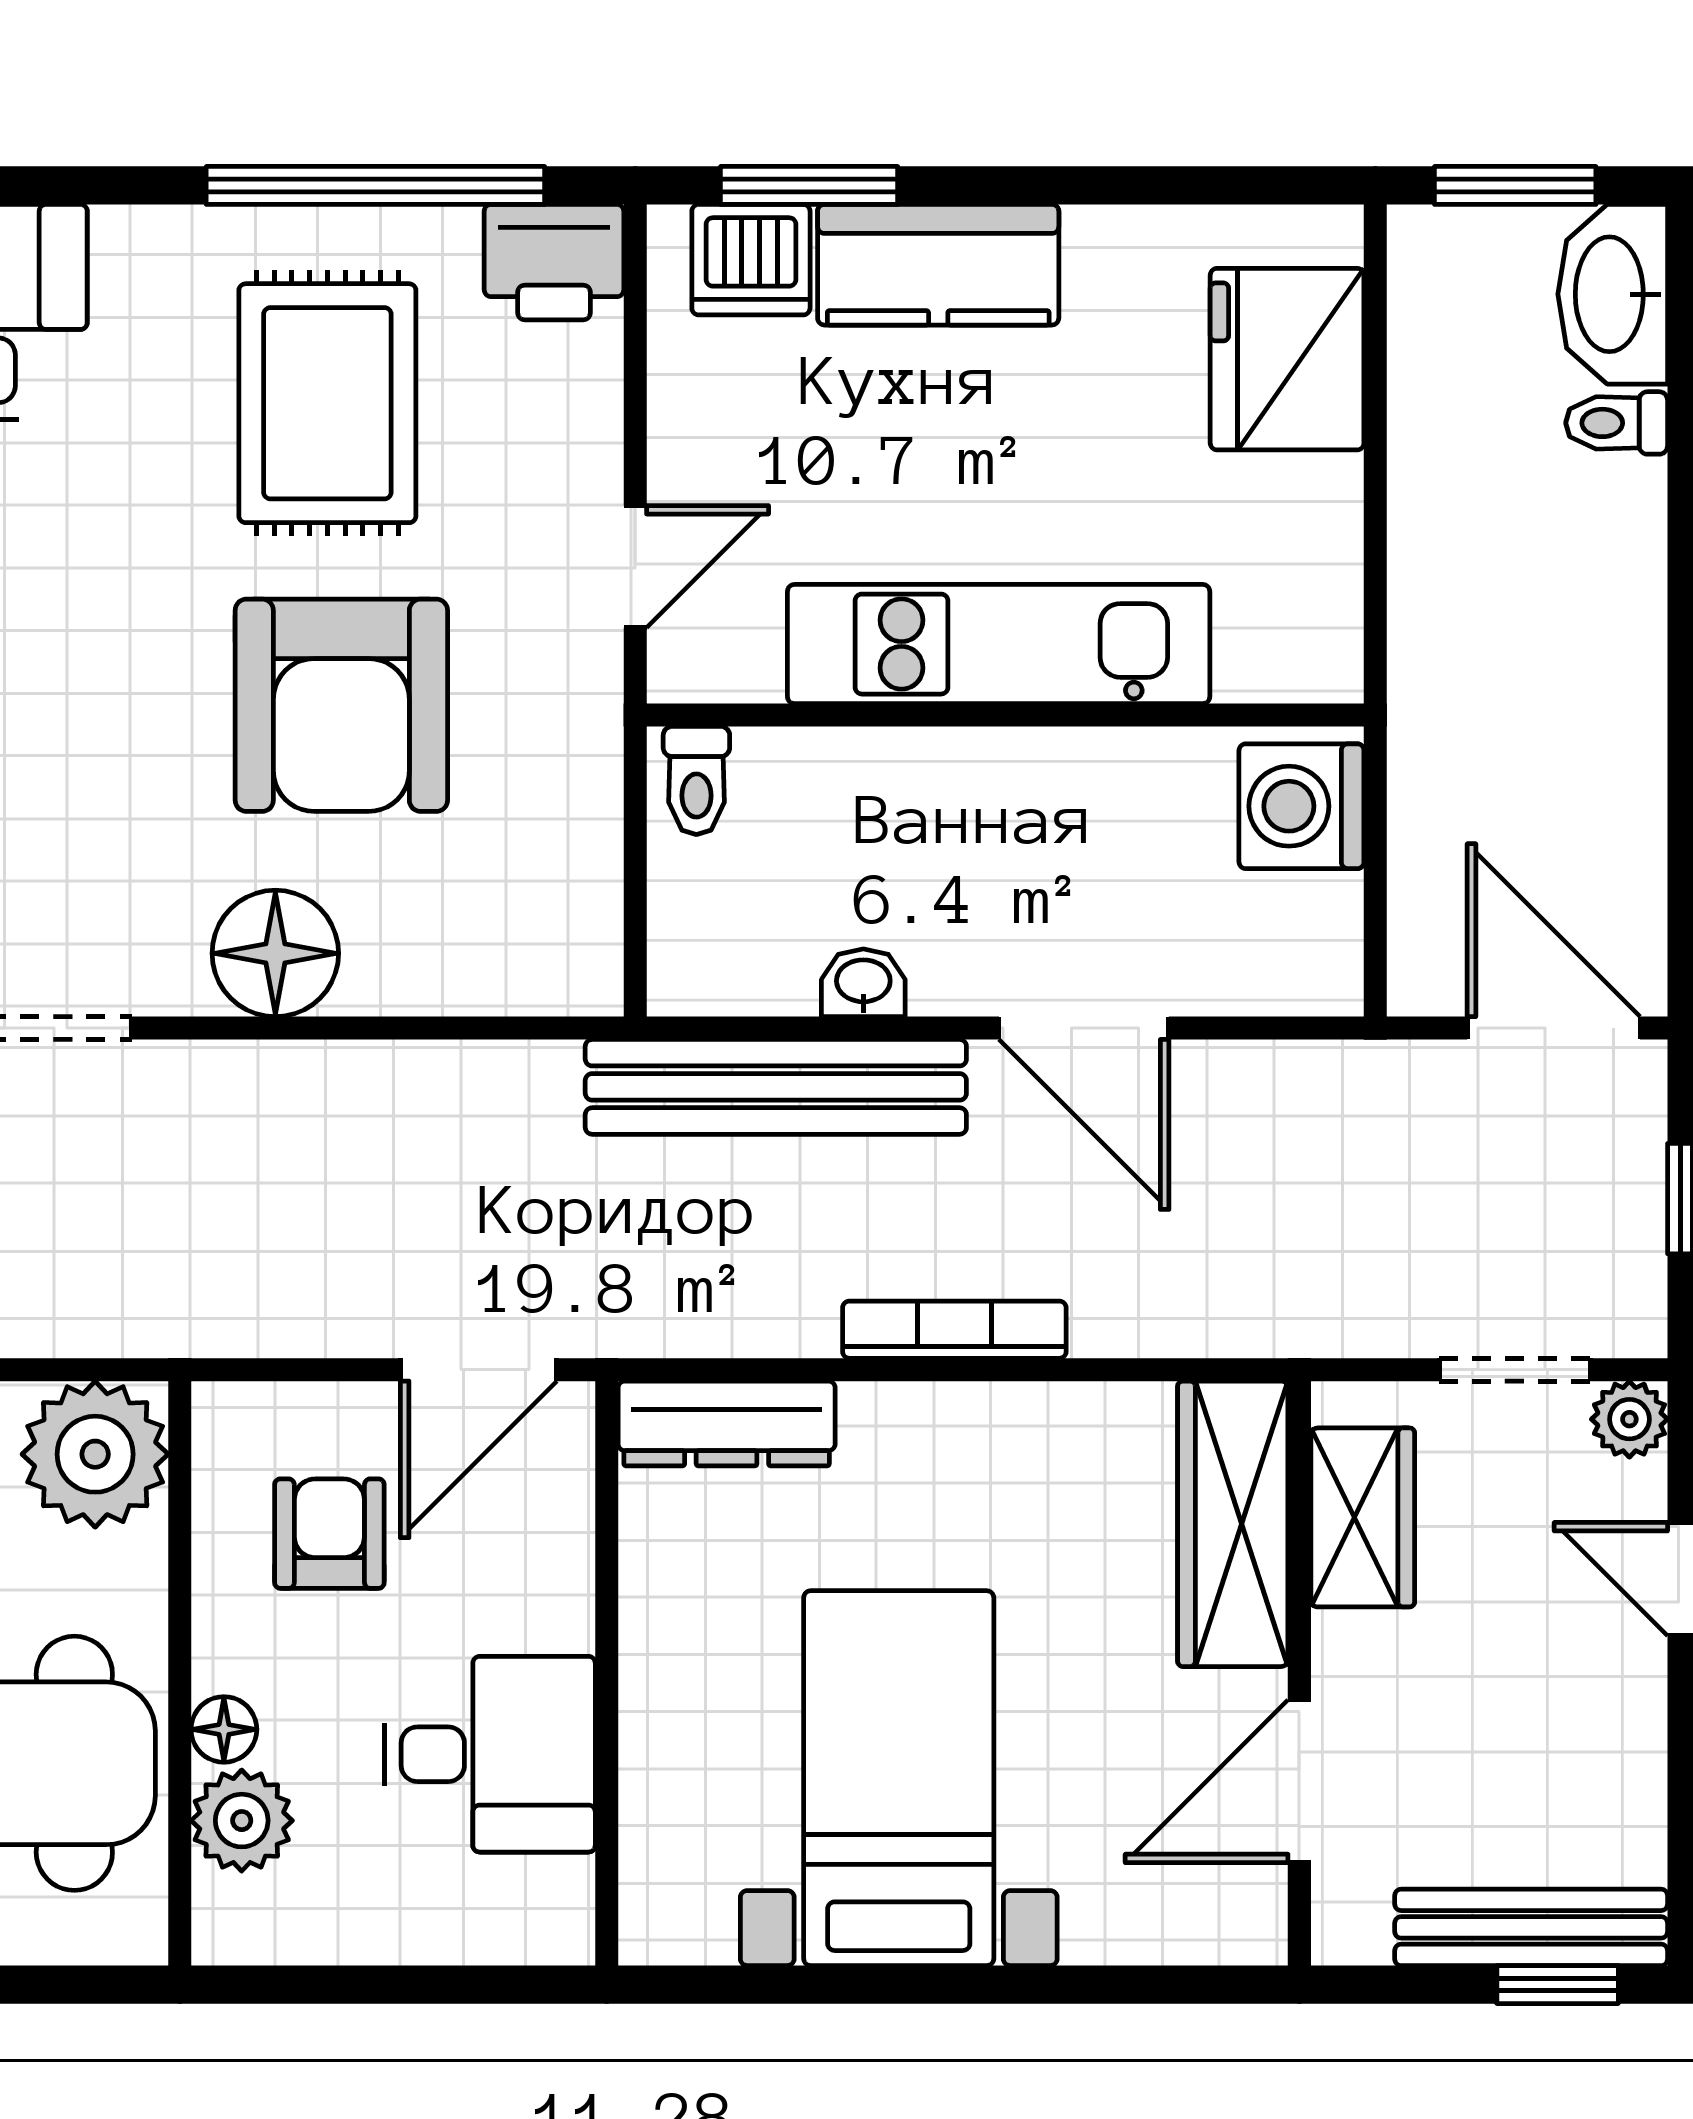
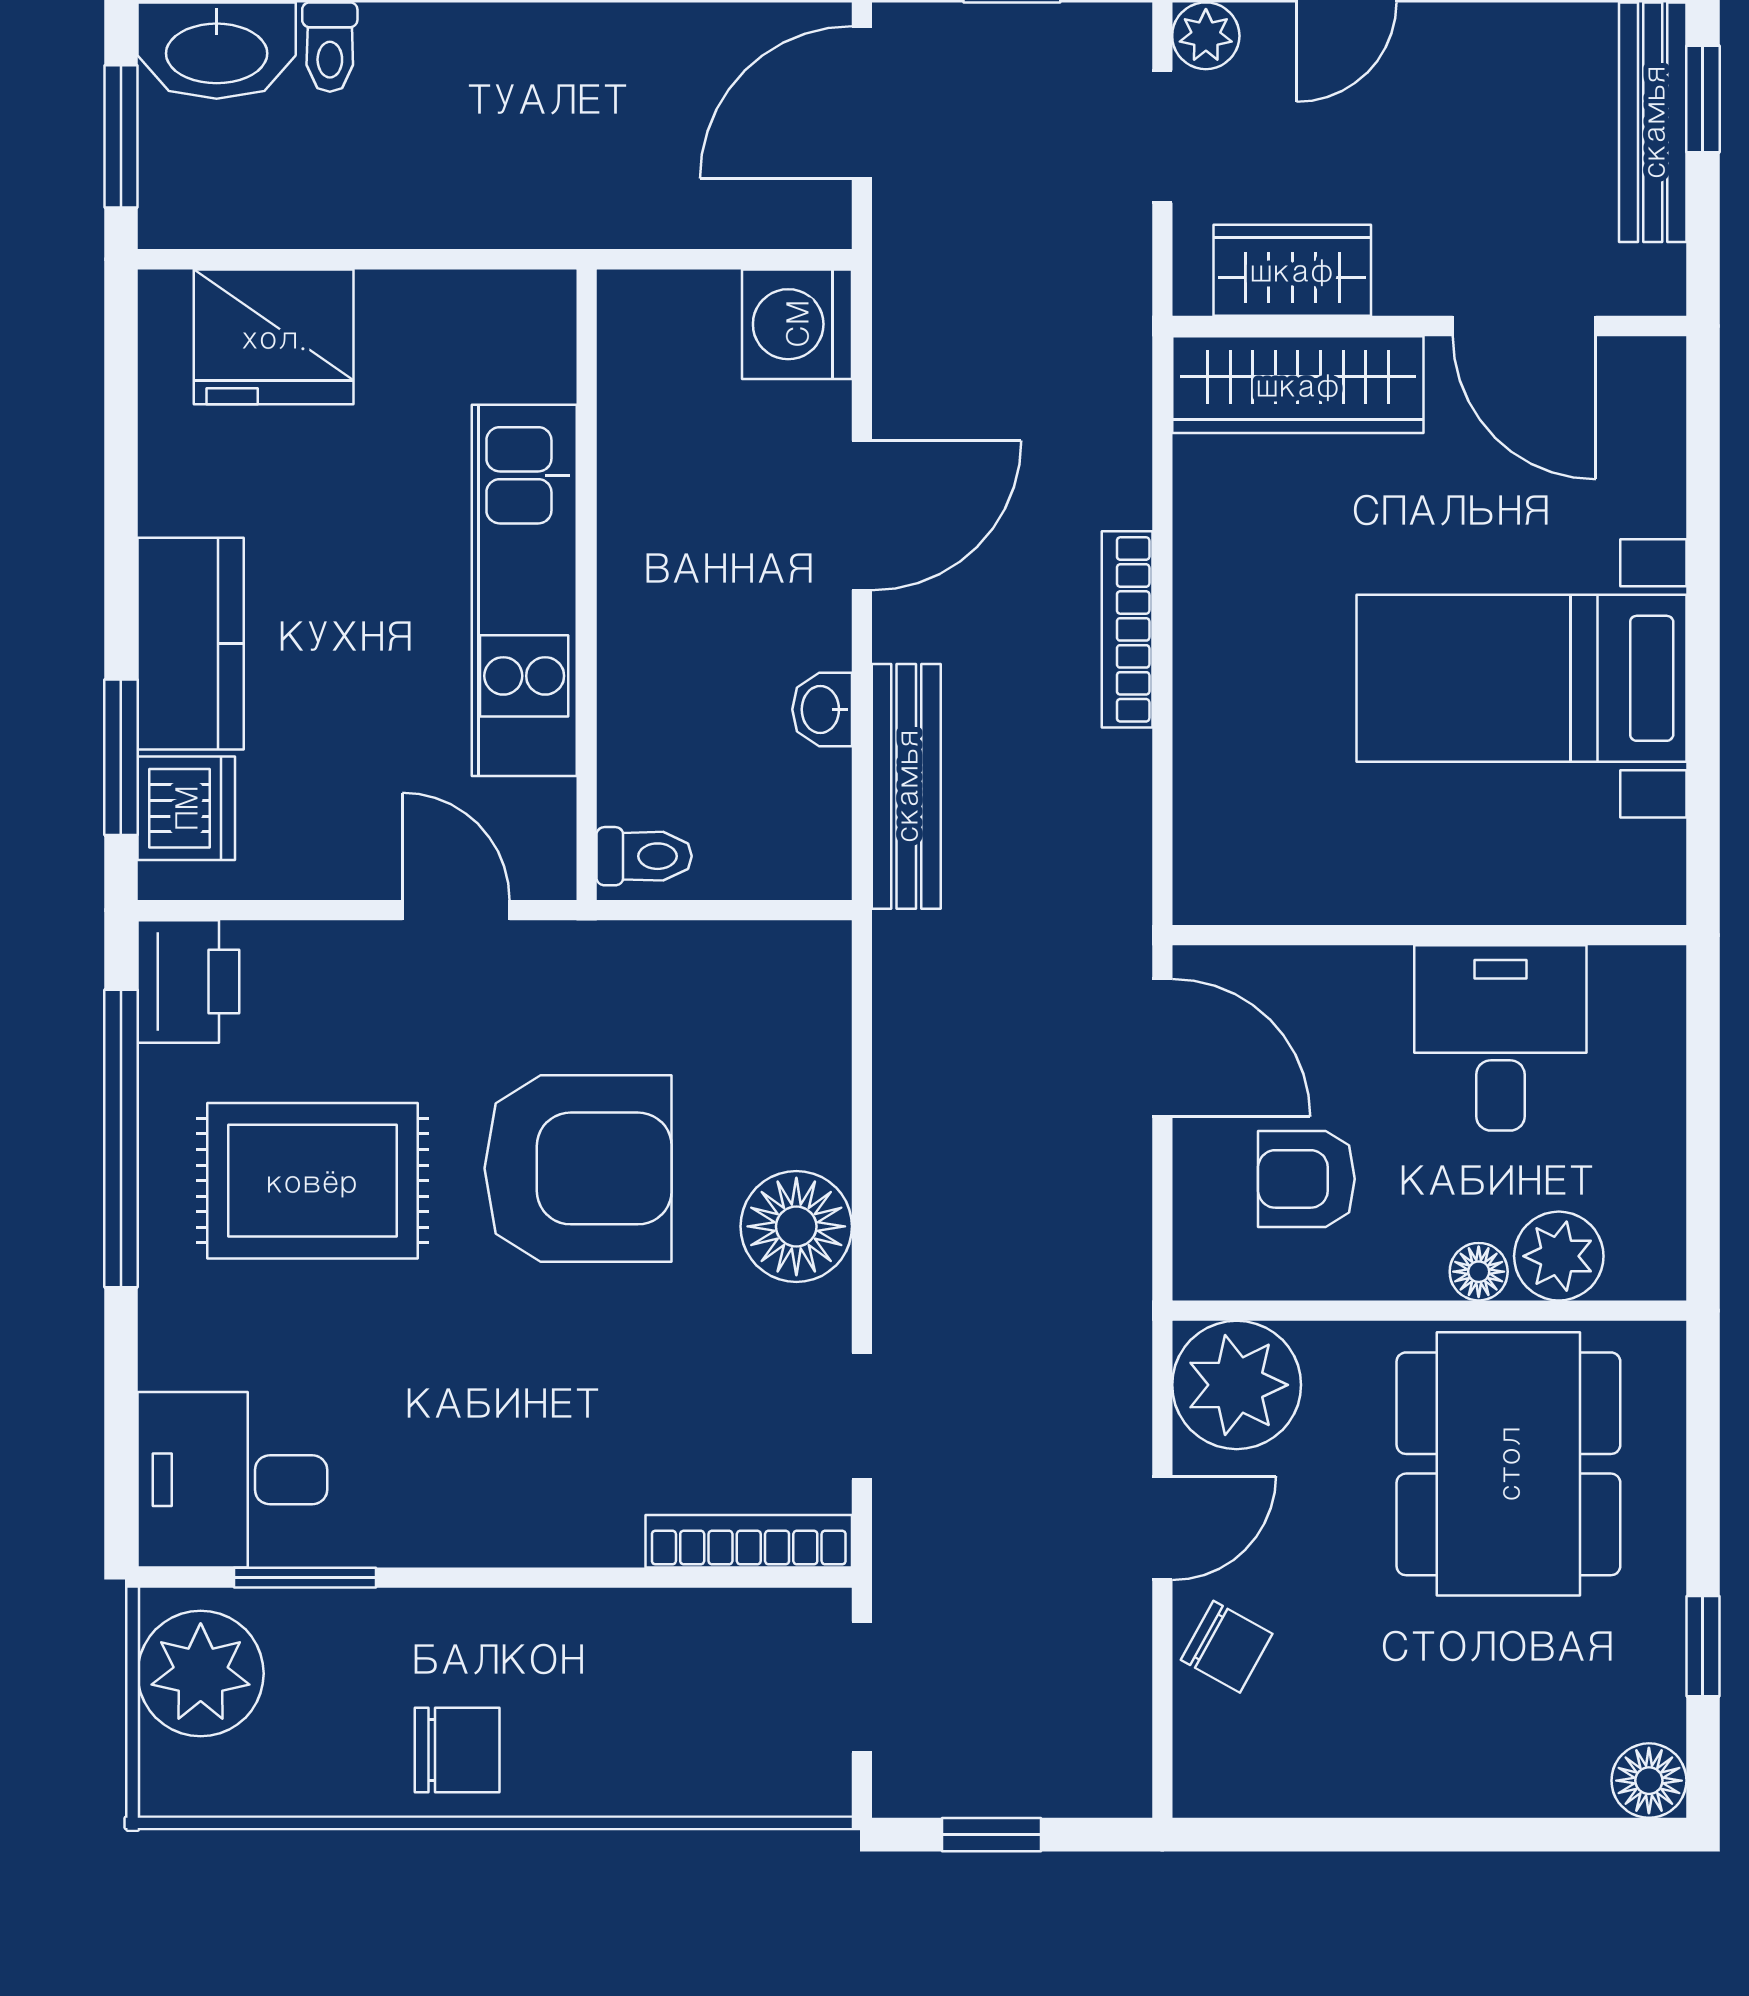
washing machine: (1301, 806) -> (797, 324), moved, turned 90
bench: (776, 1087) -> (906, 786), width x0.73, depth x0.82
dresser: (727, 1424) -> (1210, 830), removed

